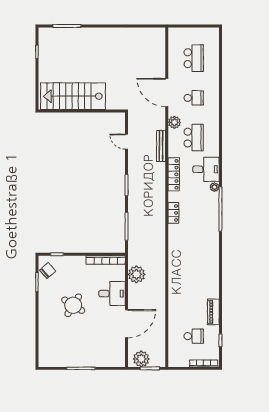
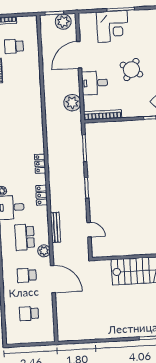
school desk: (194, 58) -> (29, 314), width x0.54
locker: (174, 174) -> (42, 195), width x0.66
corner desk: (90, 351) -> (112, 26), added

